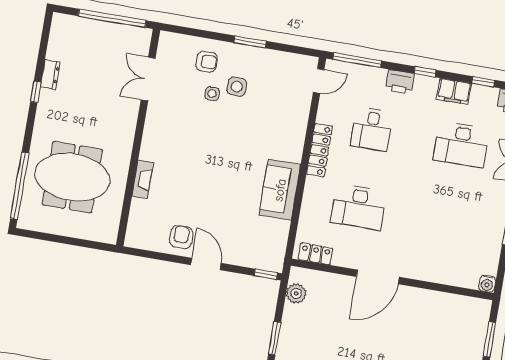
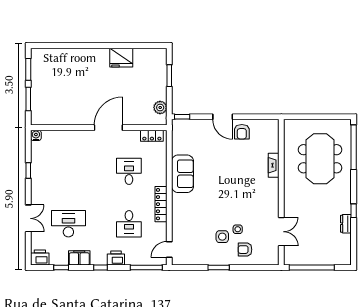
desk: (372, 129) -> (129, 224), turned 180
meeting table: (72, 177) -> (320, 159), turned 90
desk: (358, 207) -> (129, 171), width x0.73

